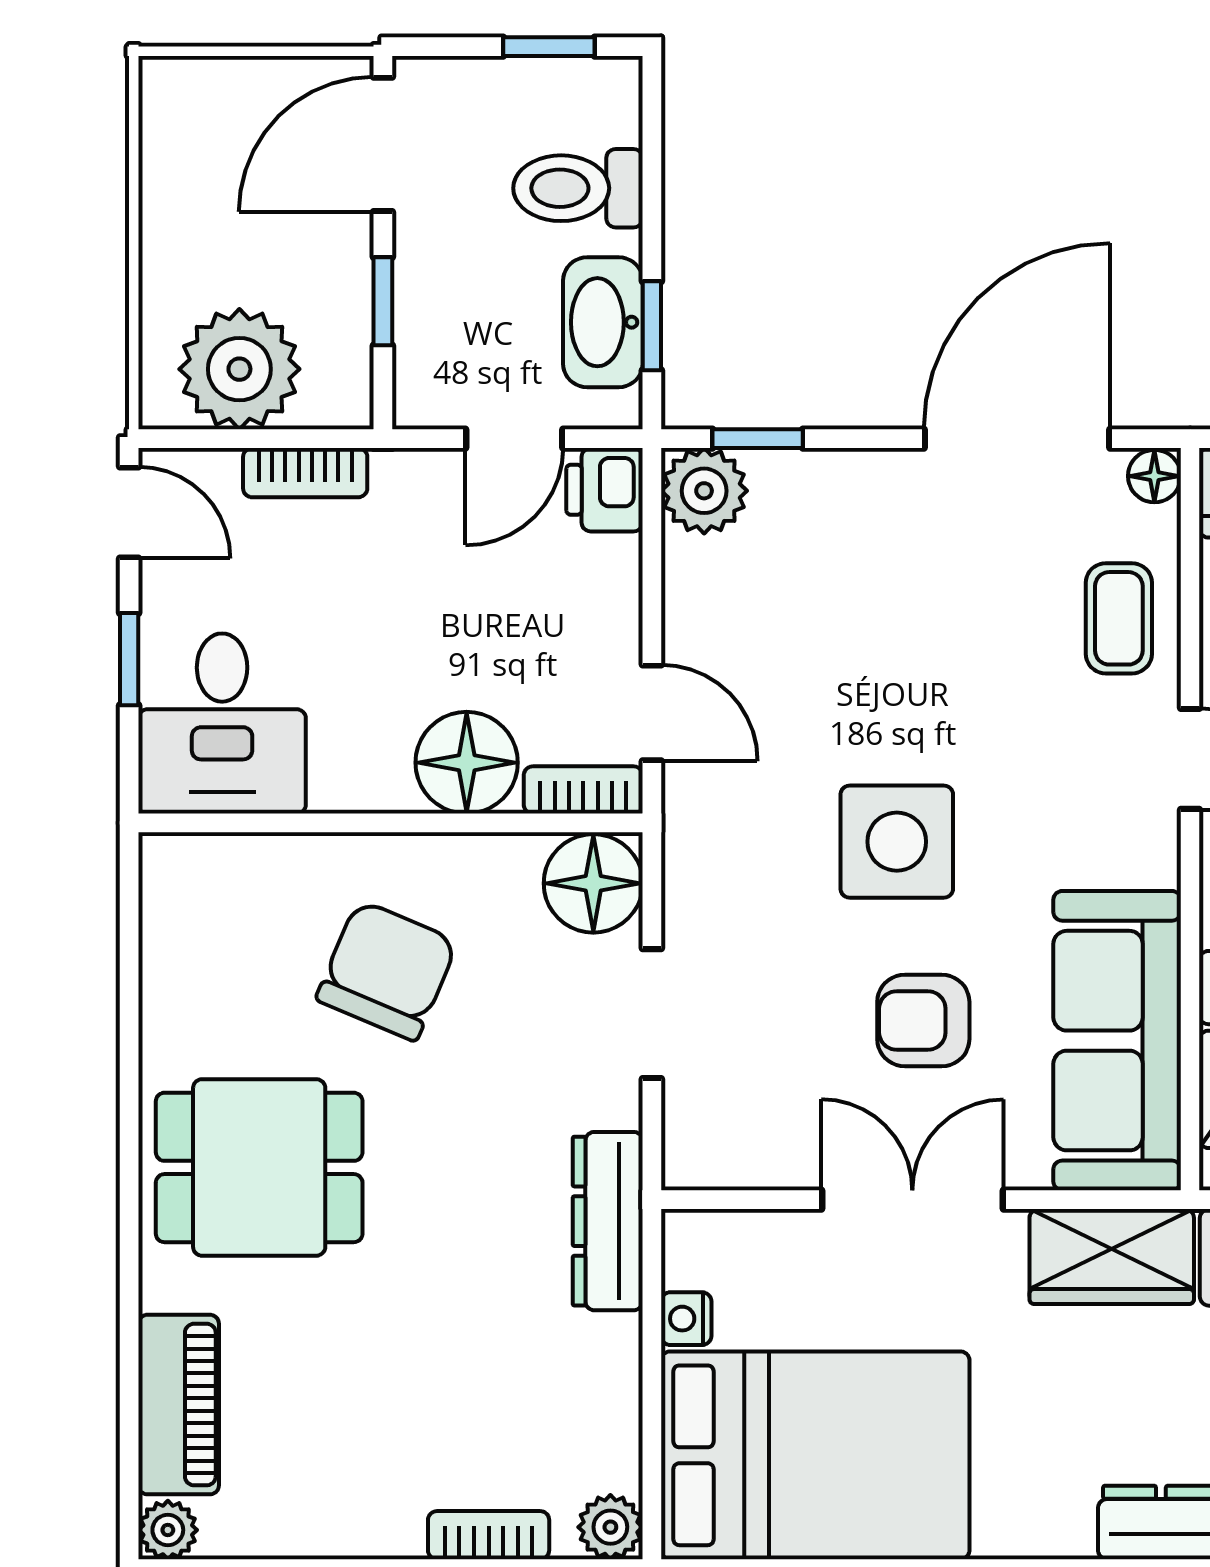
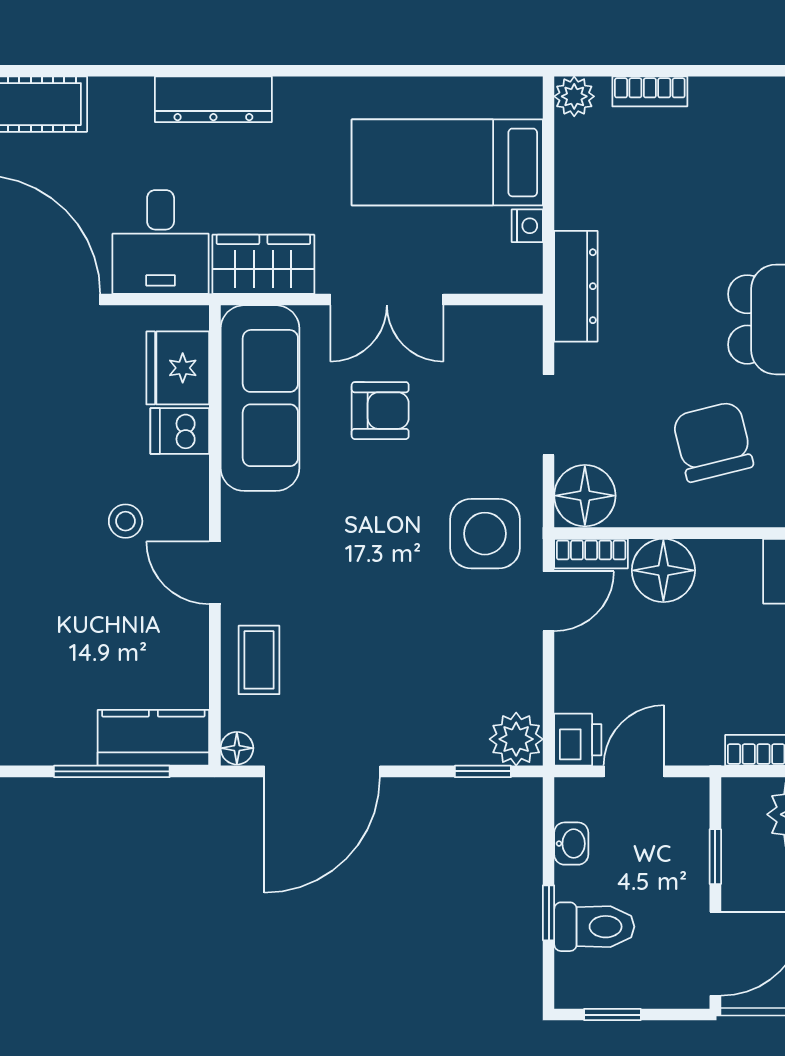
washbasin: (603, 322) -> (571, 844), width x0.52, depth x0.69
window: (652, 326) -> (549, 913), moved
door: (652, 713) -> (549, 601), swing flipped
side table: (897, 842) -> (485, 534), moved
chair: (387, 970) -> (713, 442), turned 143
bed: (815, 1455) -> (447, 162), width x0.67

